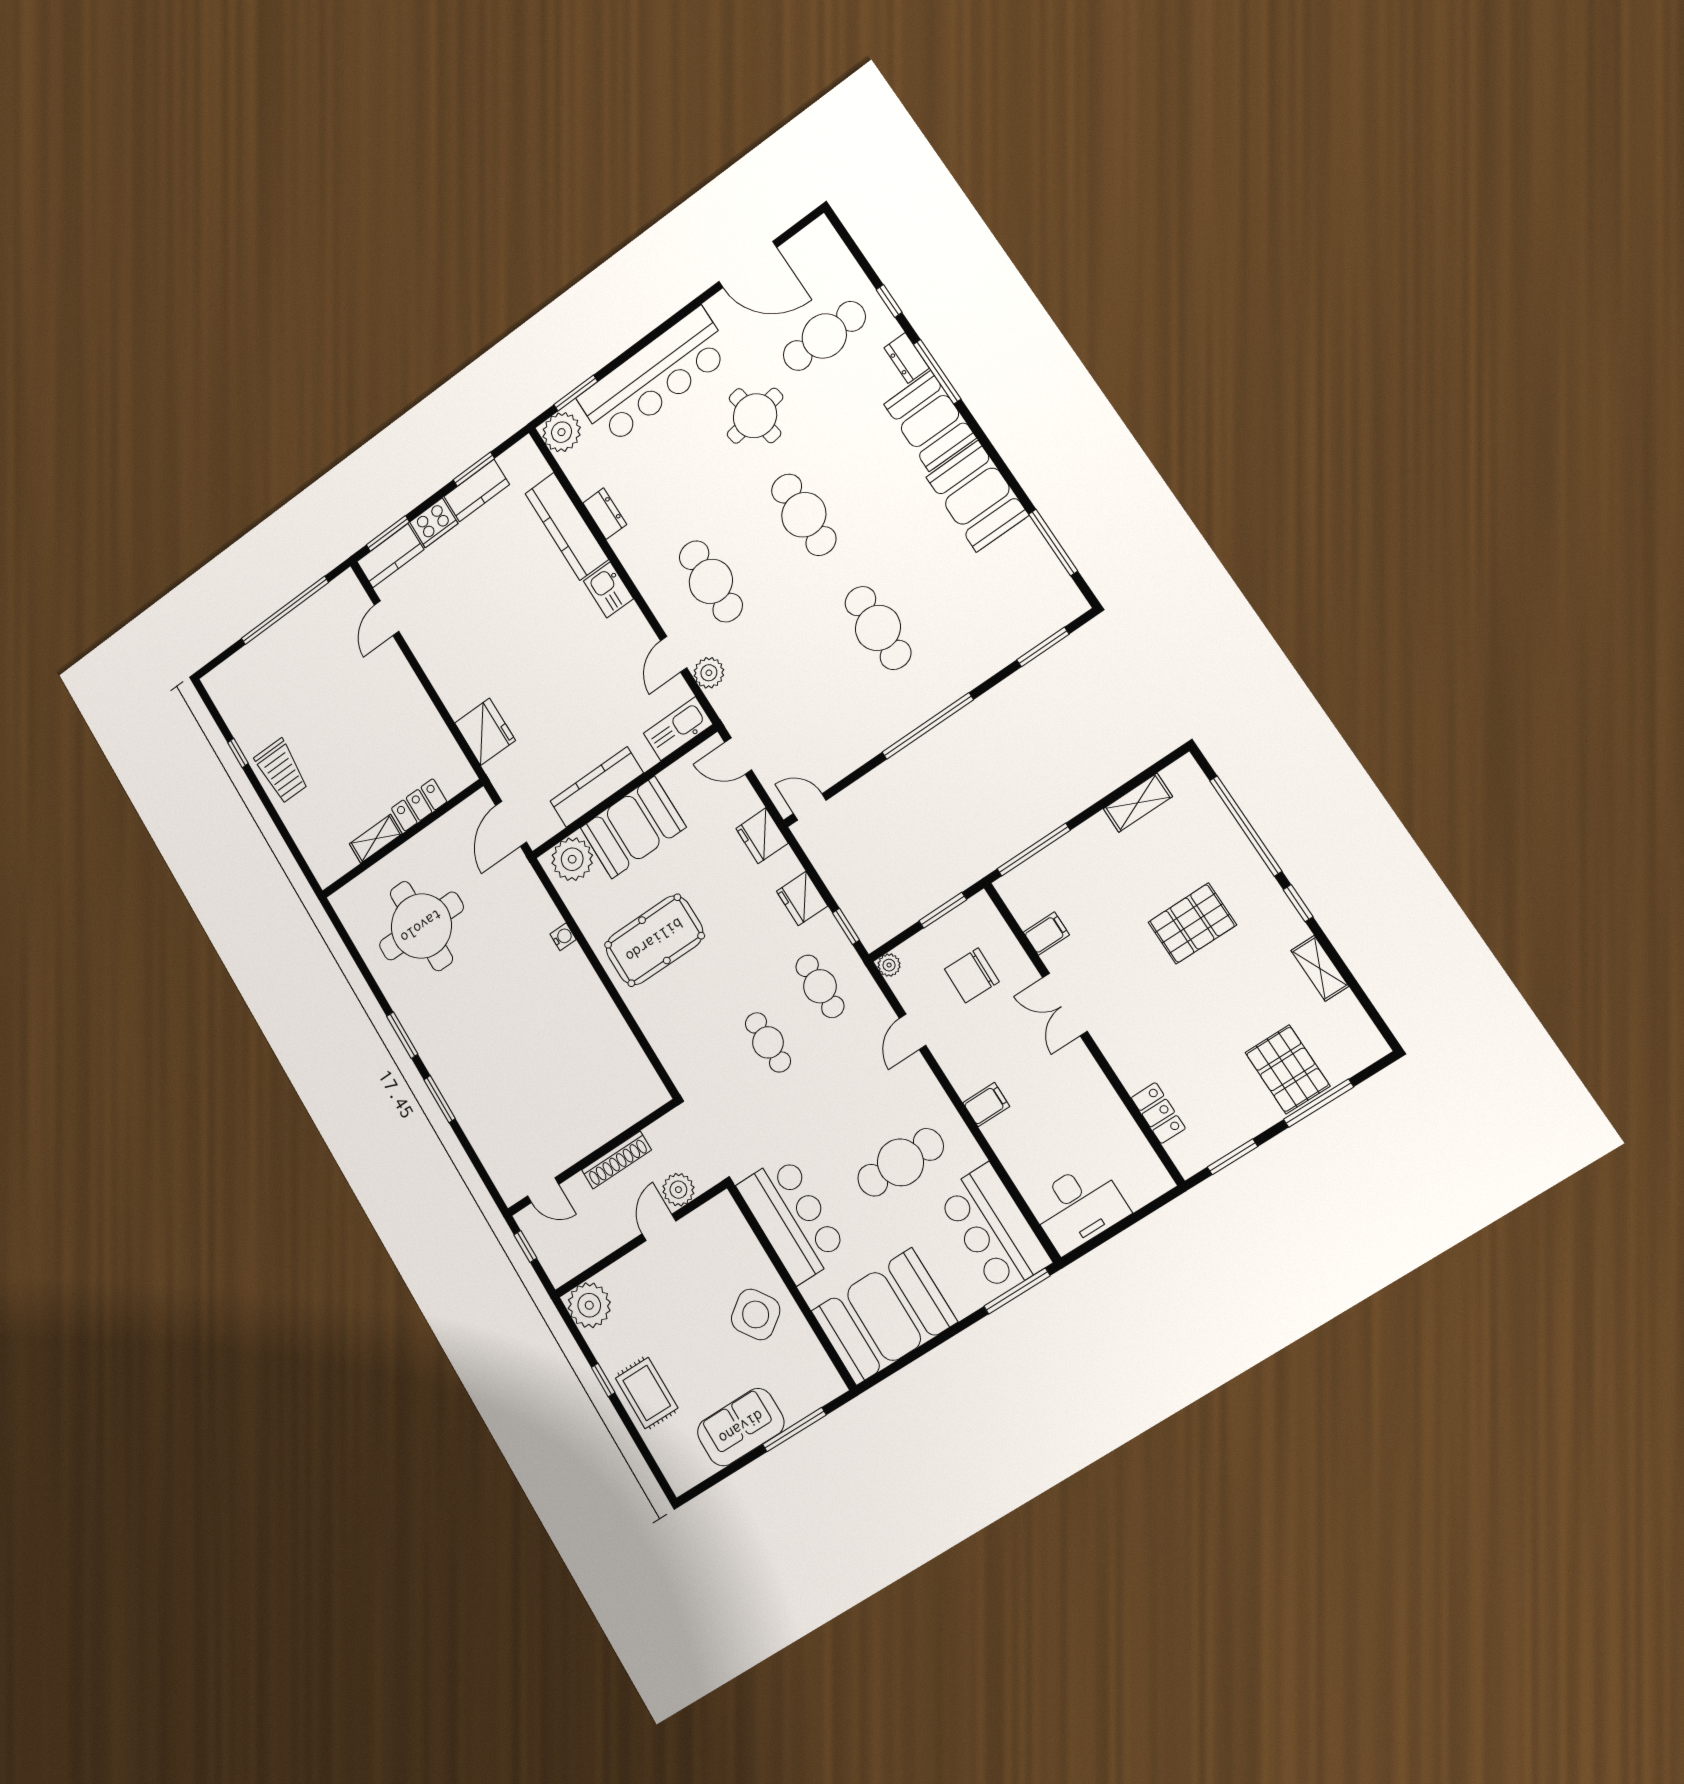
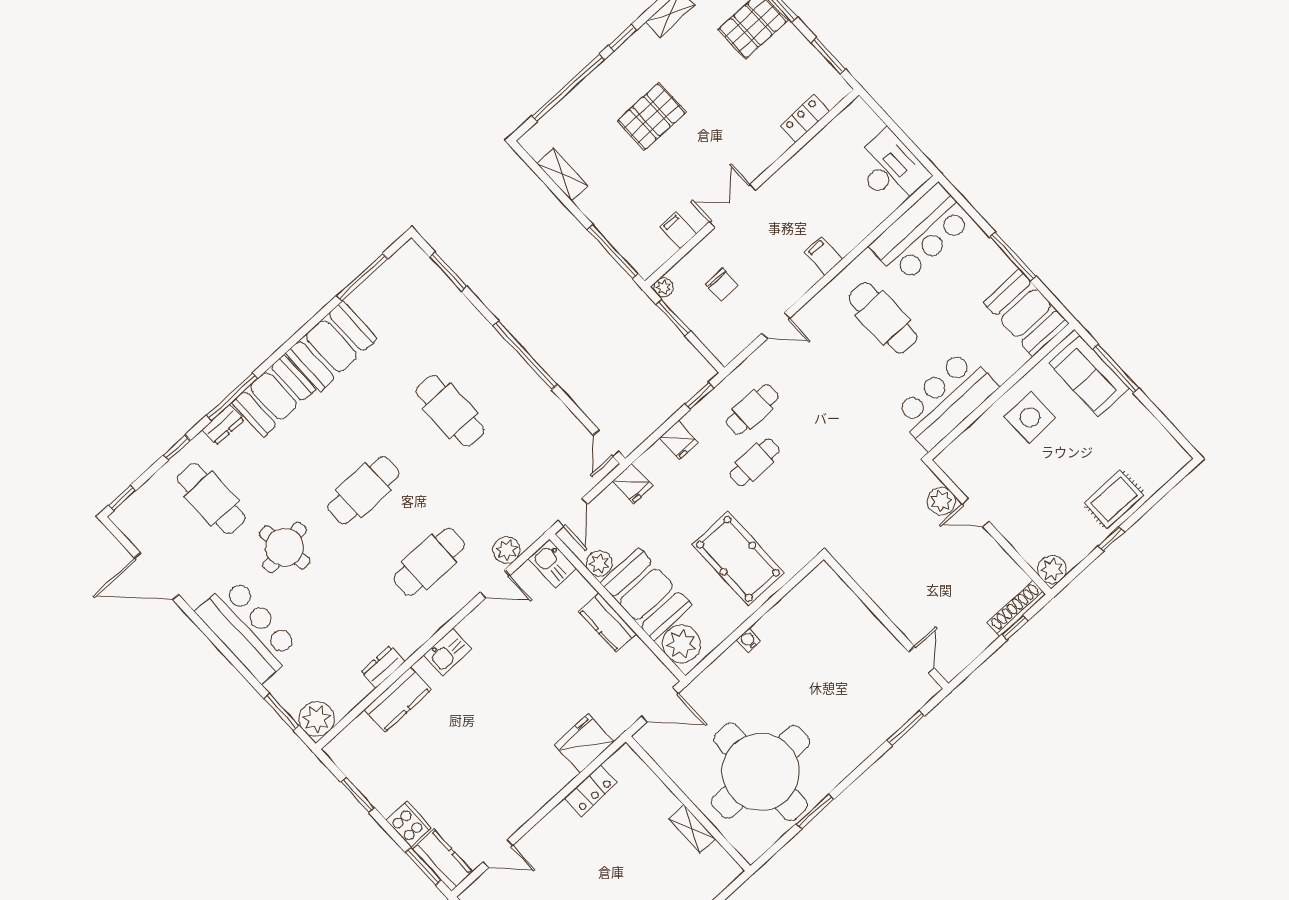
window: (842, 232) -> (122, 498), added
door: (748, 265) -> (157, 576), swing flipped
bar counter: (654, 377) -> (248, 630), width x0.73
kitchen counter: (477, 490) -> (376, 789), removed
kitchen counter: (567, 526) -> (398, 700), width x0.67
cafe table: (878, 628) -> (450, 411), turned 90
kitchen sink: (678, 729) -> (552, 563), width x0.73
plant: (676, 778) -> (599, 563), added
kitchen counter: (597, 787) -> (608, 623), width x0.67
locker: (419, 805) -> (591, 791), moved, turned -90
fridge: (762, 836) -> (632, 484), width x0.72
fridge: (802, 899) -> (679, 440), width x0.72
pallet: (1192, 924) -> (652, 117), turned 90
round table: (421, 926) -> (761, 772), width x1.36, depth x1.36
plant: (889, 965) -> (663, 287), moved
chair: (972, 975) -> (722, 285), width x0.73, depth x0.73
double door: (1065, 1004) -> (732, 206), swing flipped
window: (402, 1035) -> (815, 811), moved
cafe table: (768, 1042) -> (755, 462), moved
wall: (592, 1158) -> (886, 621), moved
shoe rack: (617, 1160) -> (1016, 608), moved, turned -90
door: (543, 1190) -> (922, 660), moved
window: (1017, 1291) -> (1013, 257), moved
plant: (589, 1305) -> (1052, 569), width x0.73, depth x0.73
side table: (756, 1314) -> (1030, 417), turned 35
booth: (884, 1316) -> (1026, 313), width x0.73, depth x0.70
sofa: (741, 1427) -> (1089, 376), moved

